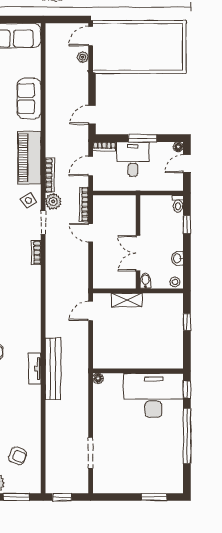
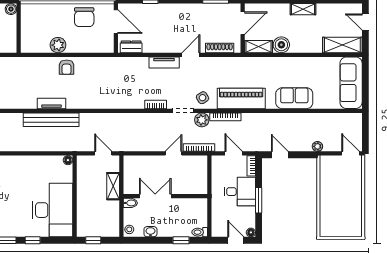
plant: (83, 57) -> (317, 146), moved
wall: (138, 371) -> (75, 196), moved
floor lamp: (98, 378) -> (68, 160), moved
desk: (153, 395) -> (53, 210), moved

